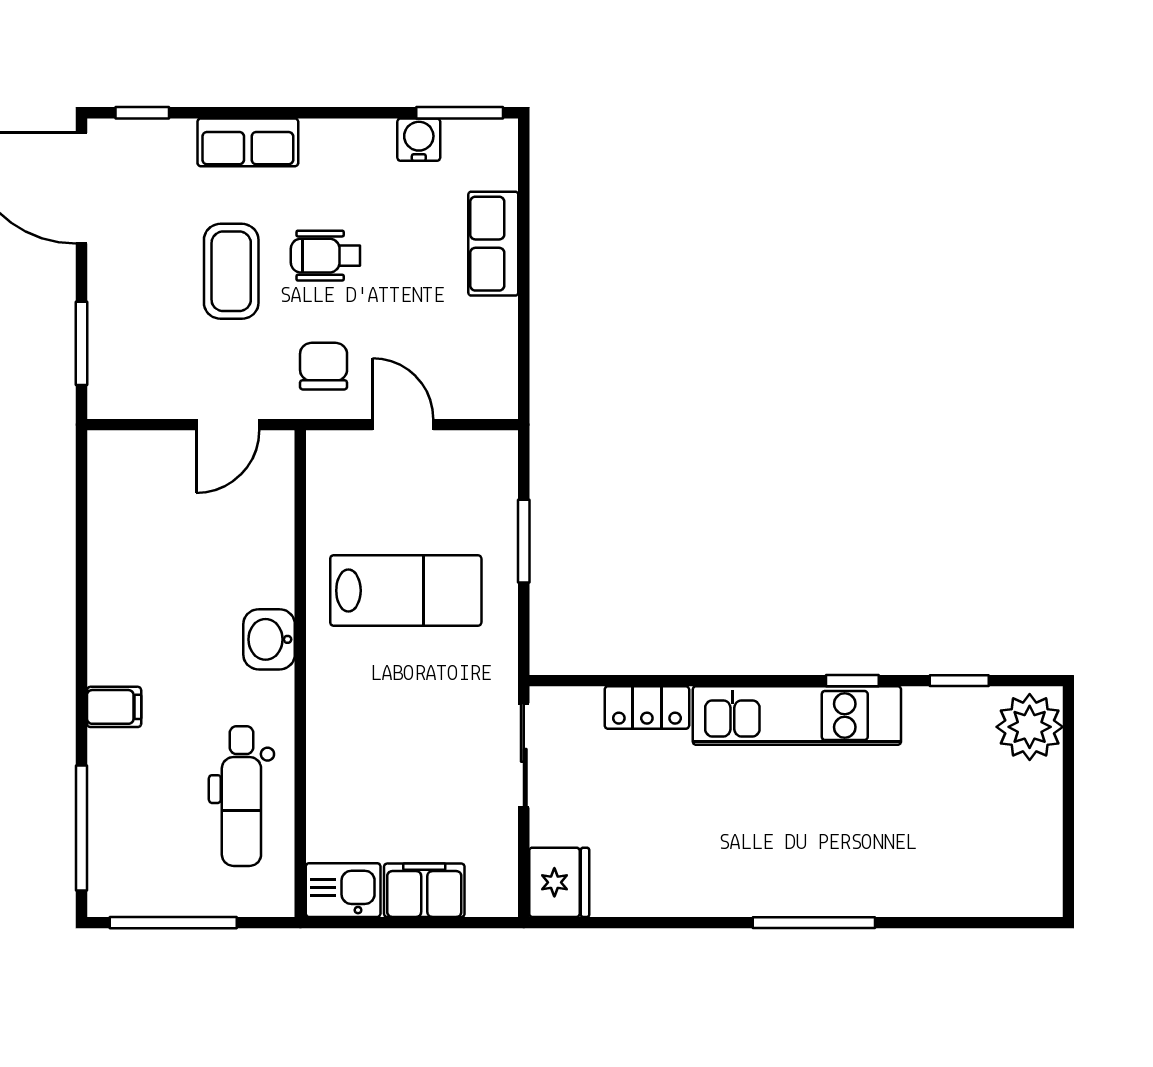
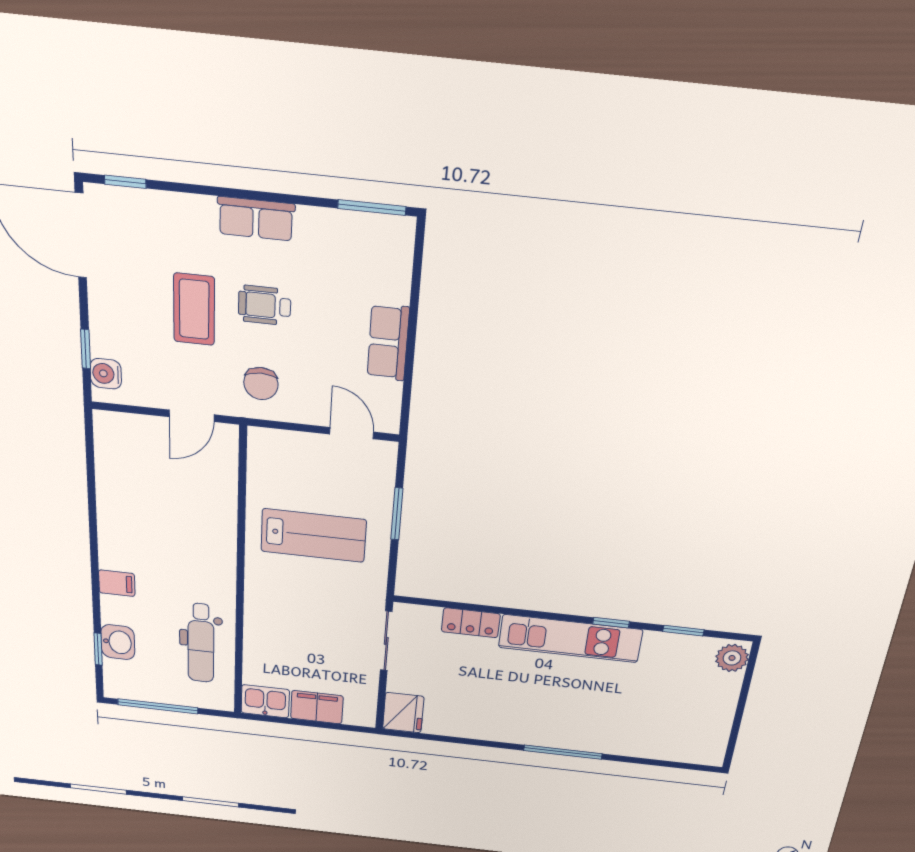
water cooler: (419, 140) -> (106, 374), moved, turned -90
row of seats: (248, 142) -> (256, 219), moved
row of seats: (493, 244) -> (388, 342), moved
window: (82, 343) -> (86, 349), width x0.67
chair: (324, 366) -> (261, 384), turned 180
door: (403, 425) -> (352, 433), moved
washbasin: (269, 639) -> (118, 642), moved, turned 180
plant: (1030, 727) -> (732, 658), width x0.73, depth x0.73
window: (82, 828) -> (98, 649), width x0.46

